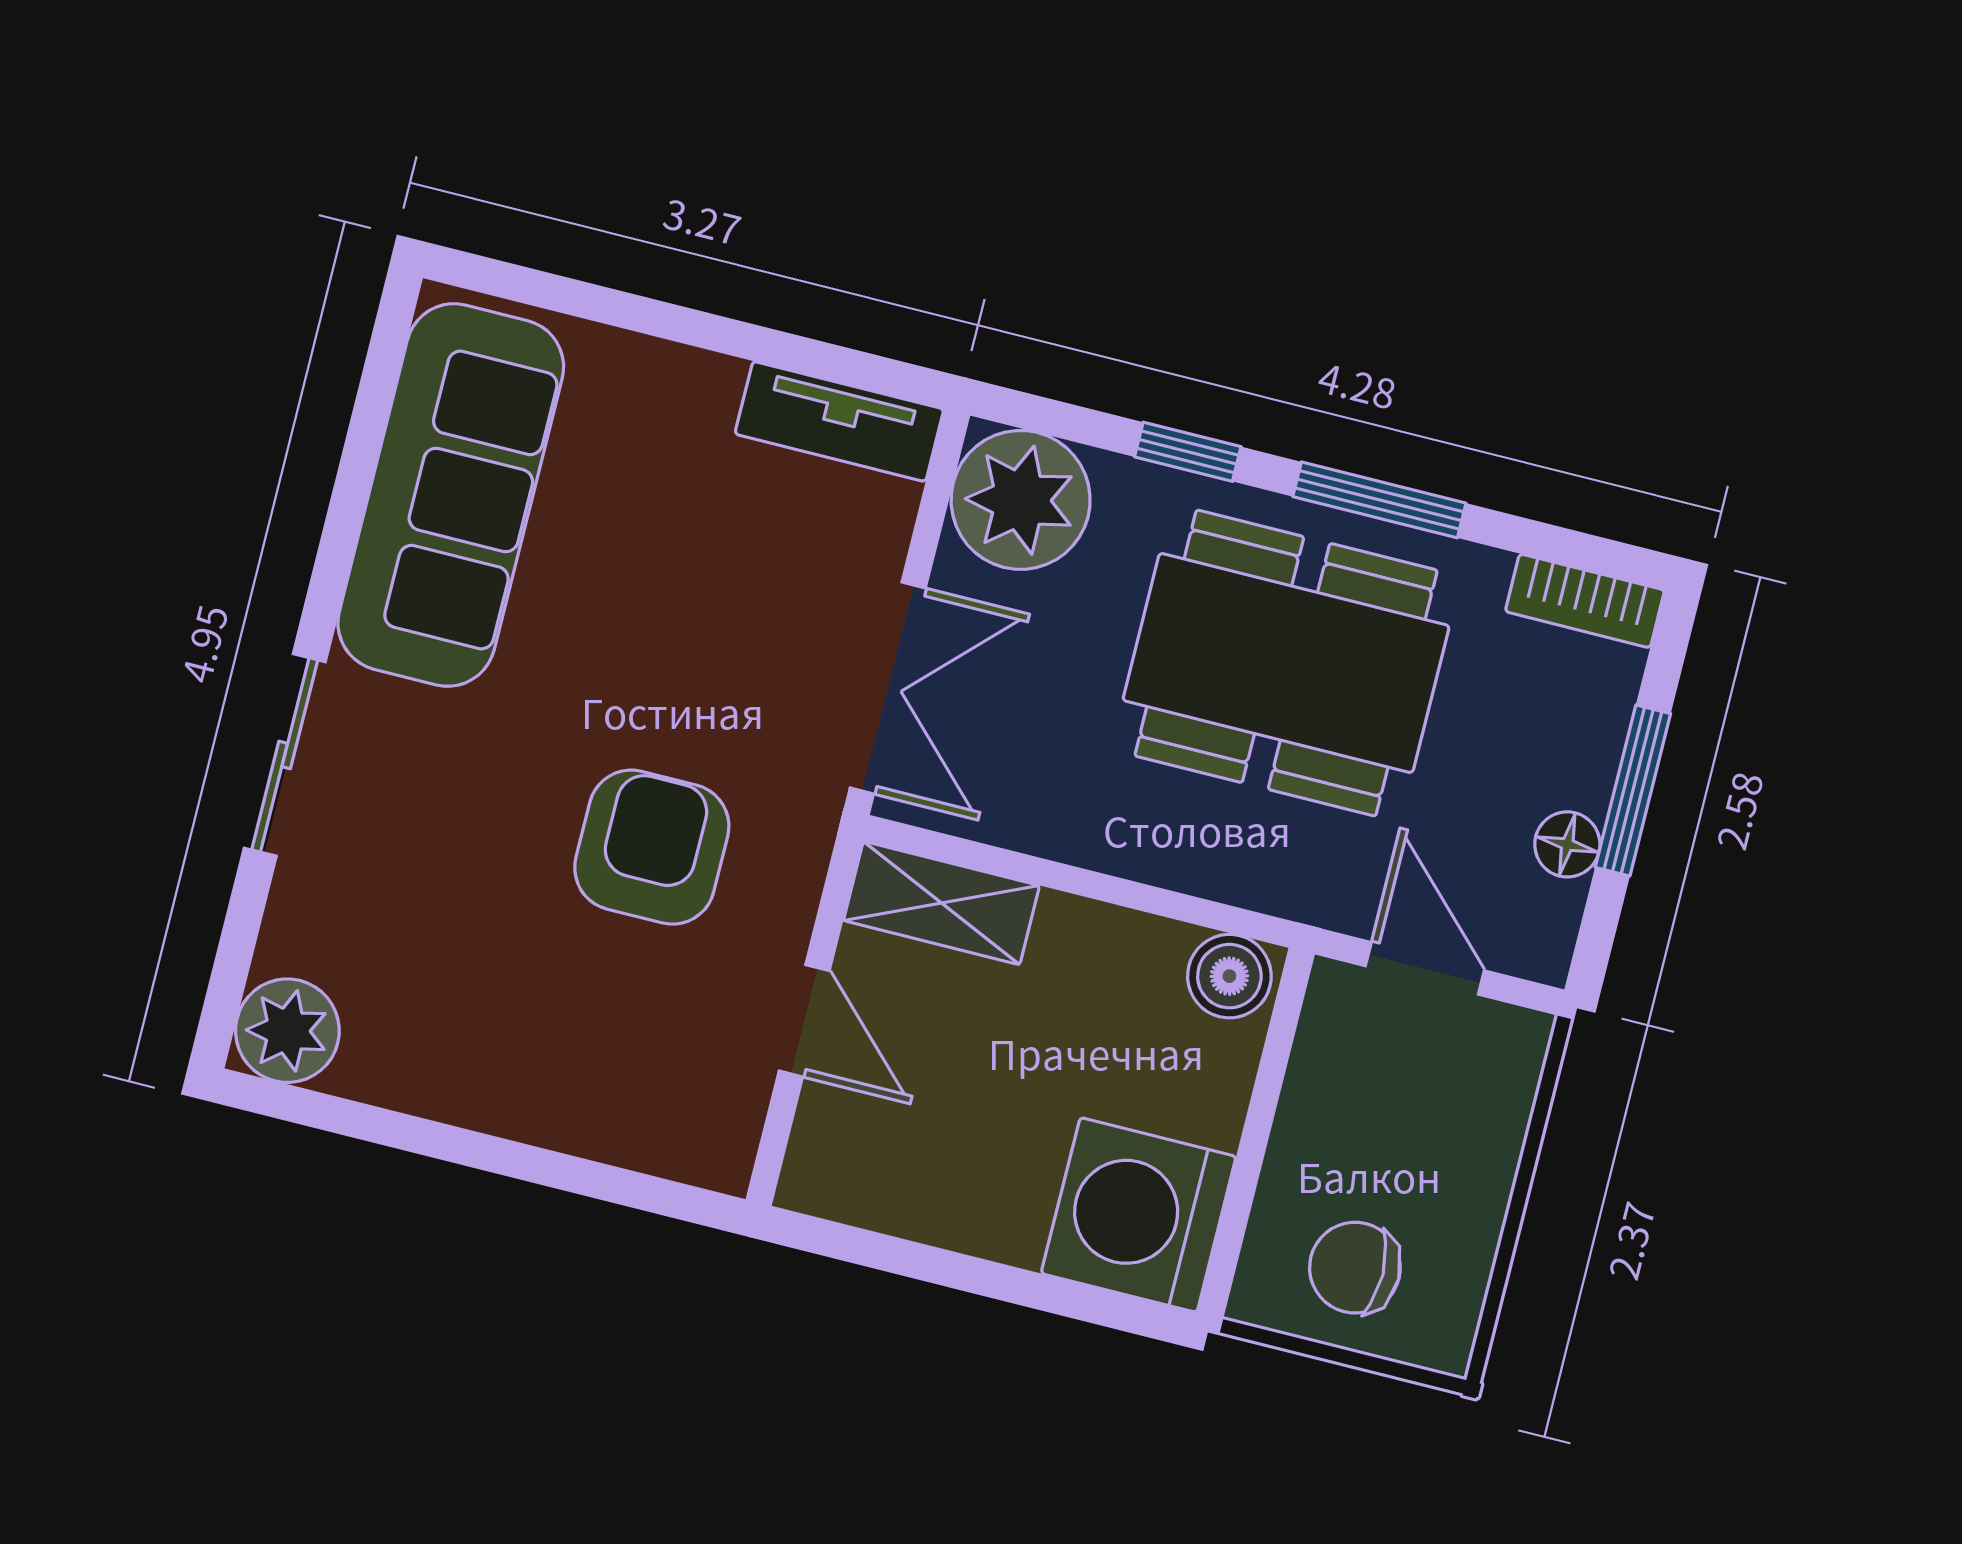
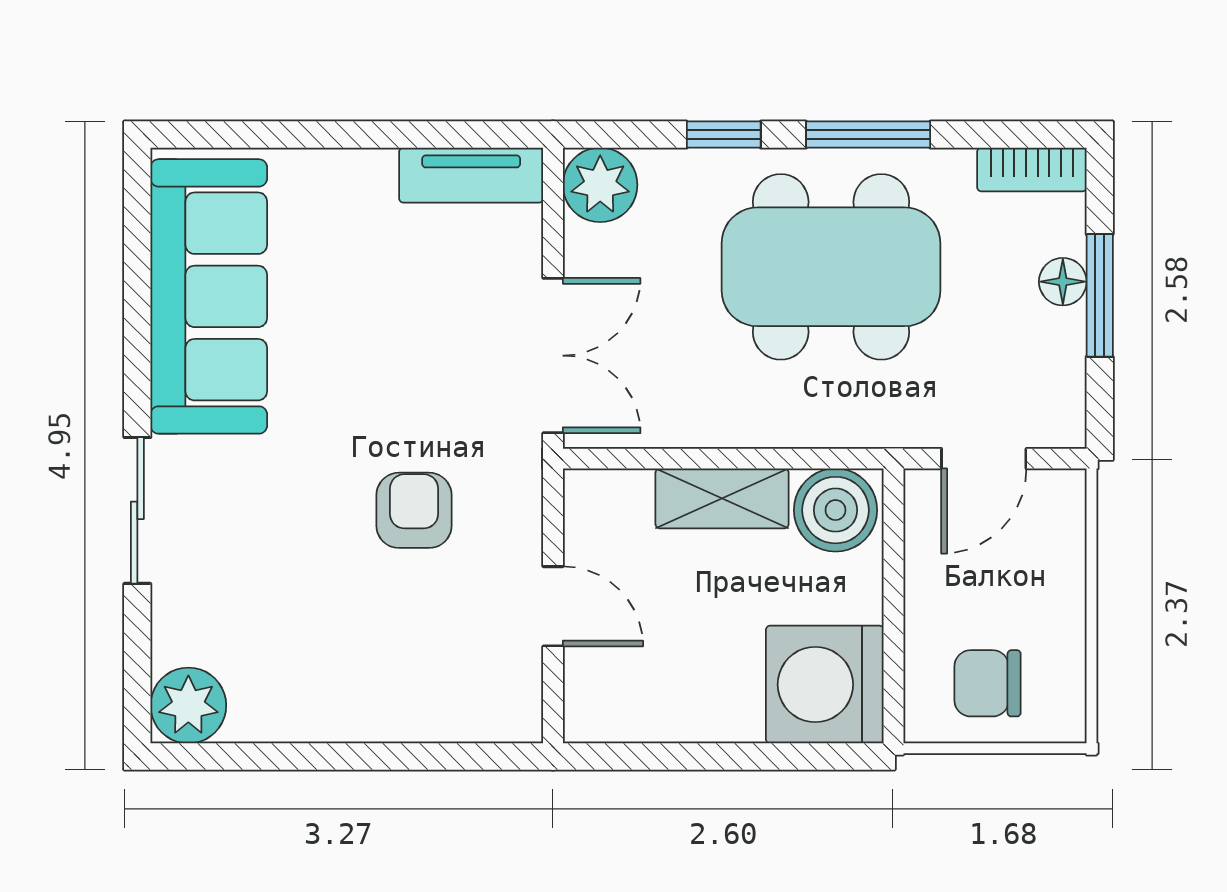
plant: (1021, 500) -> (600, 185), width x0.73, depth x0.73
floor lamp: (1567, 844) -> (1063, 282), moved
armchair: (652, 847) -> (414, 510), width x0.72, depth x0.72
shelving: (942, 903) -> (722, 498), moved
door: (1425, 968) -> (984, 459), swing flipped
boiler: (1229, 976) -> (836, 510), width x1.36, depth x1.36

